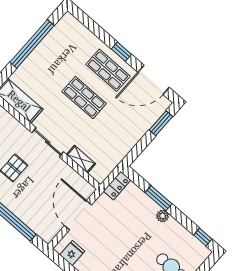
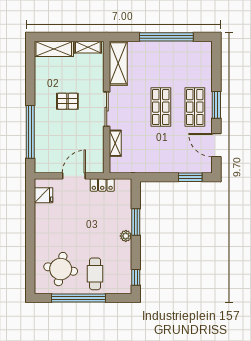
window: (121, 52) -> (216, 105), width x1.50
door: (154, 80) -> (216, 145), width x0.73
locker: (117, 186) -> (102, 185), moved
door: (78, 215) -> (74, 176), width x0.73

